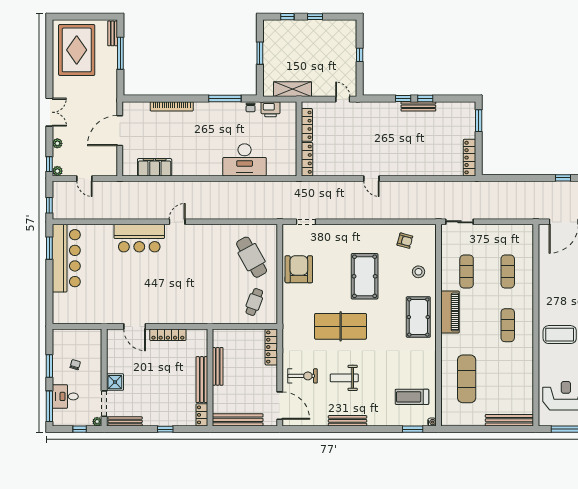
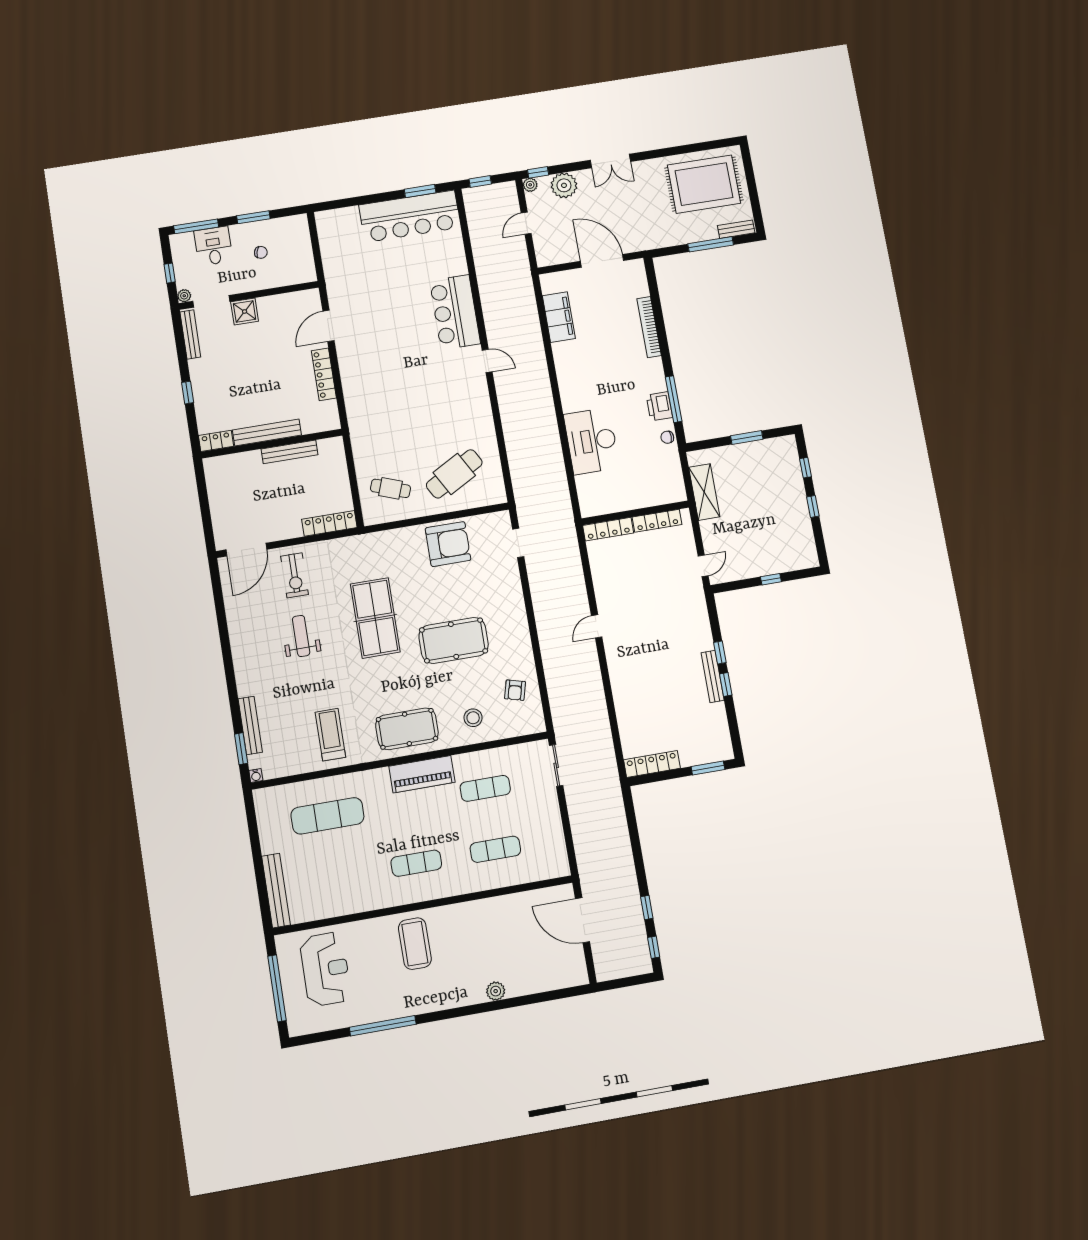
printer: (271, 109) -> (659, 406), moved
plant: (57, 143) -> (564, 185), width x1.87, depth x1.87
treadmill: (412, 397) -> (330, 735), moved
bench: (238, 420) -> (216, 493), removed
bench: (347, 421) -> (250, 725), moved

